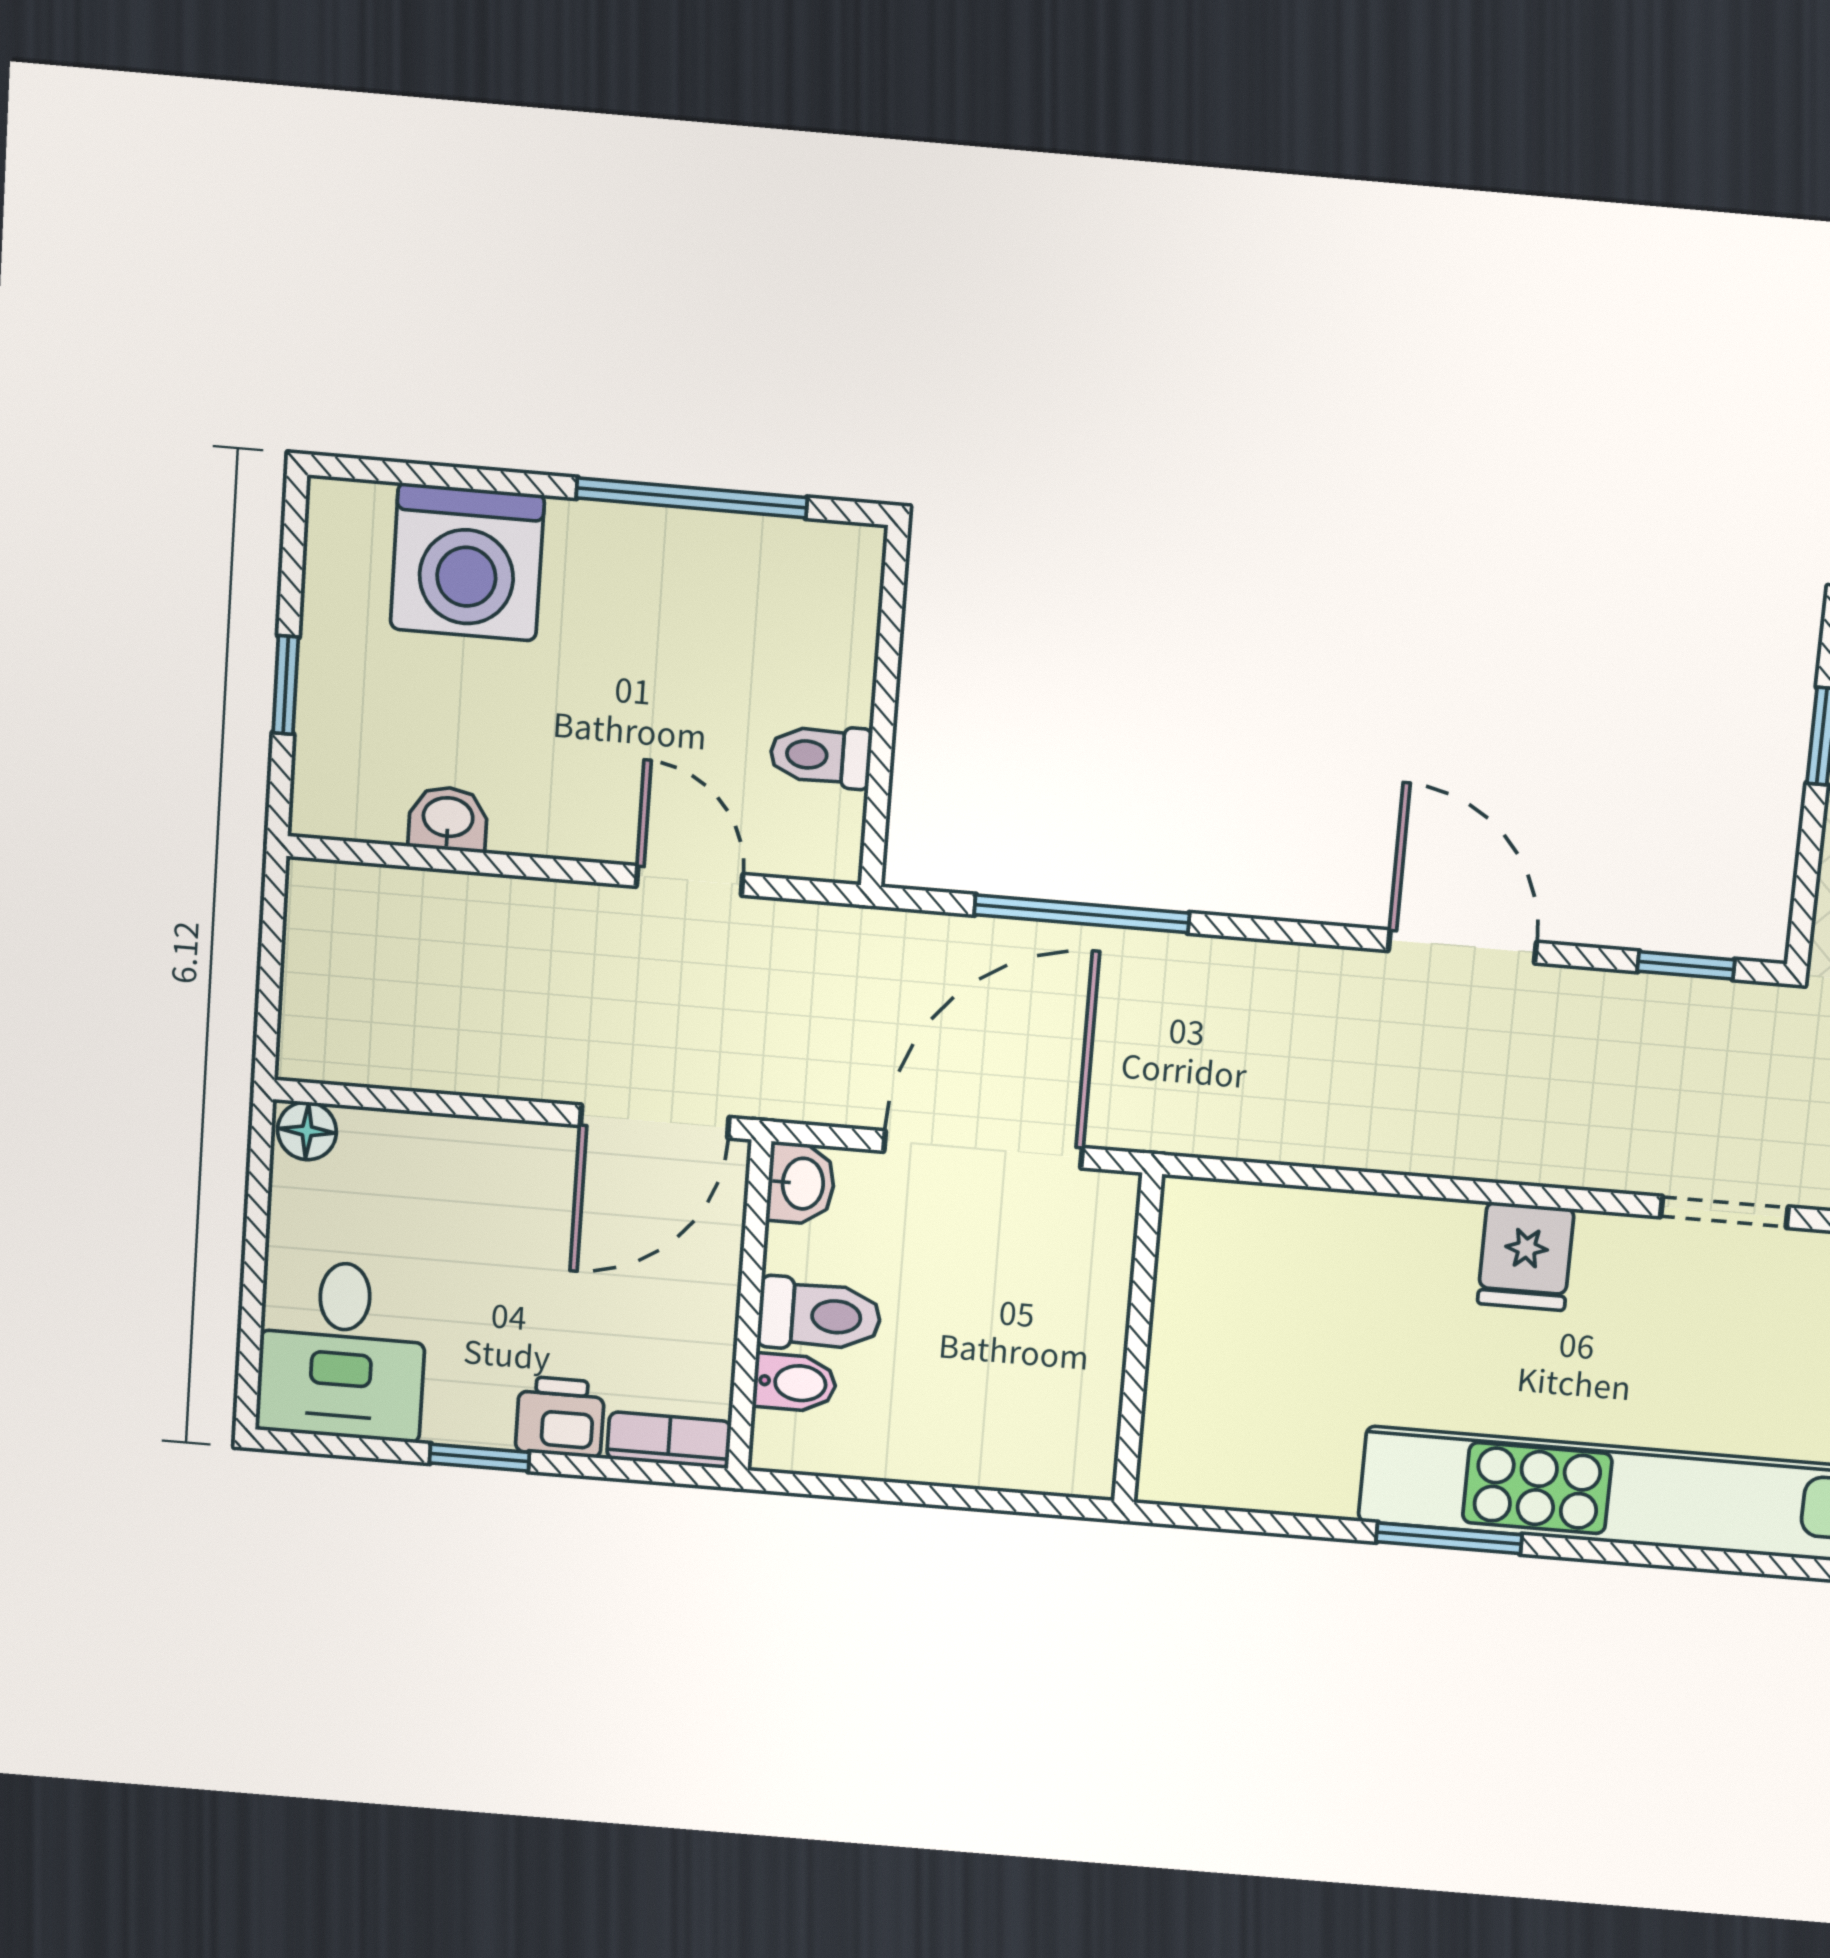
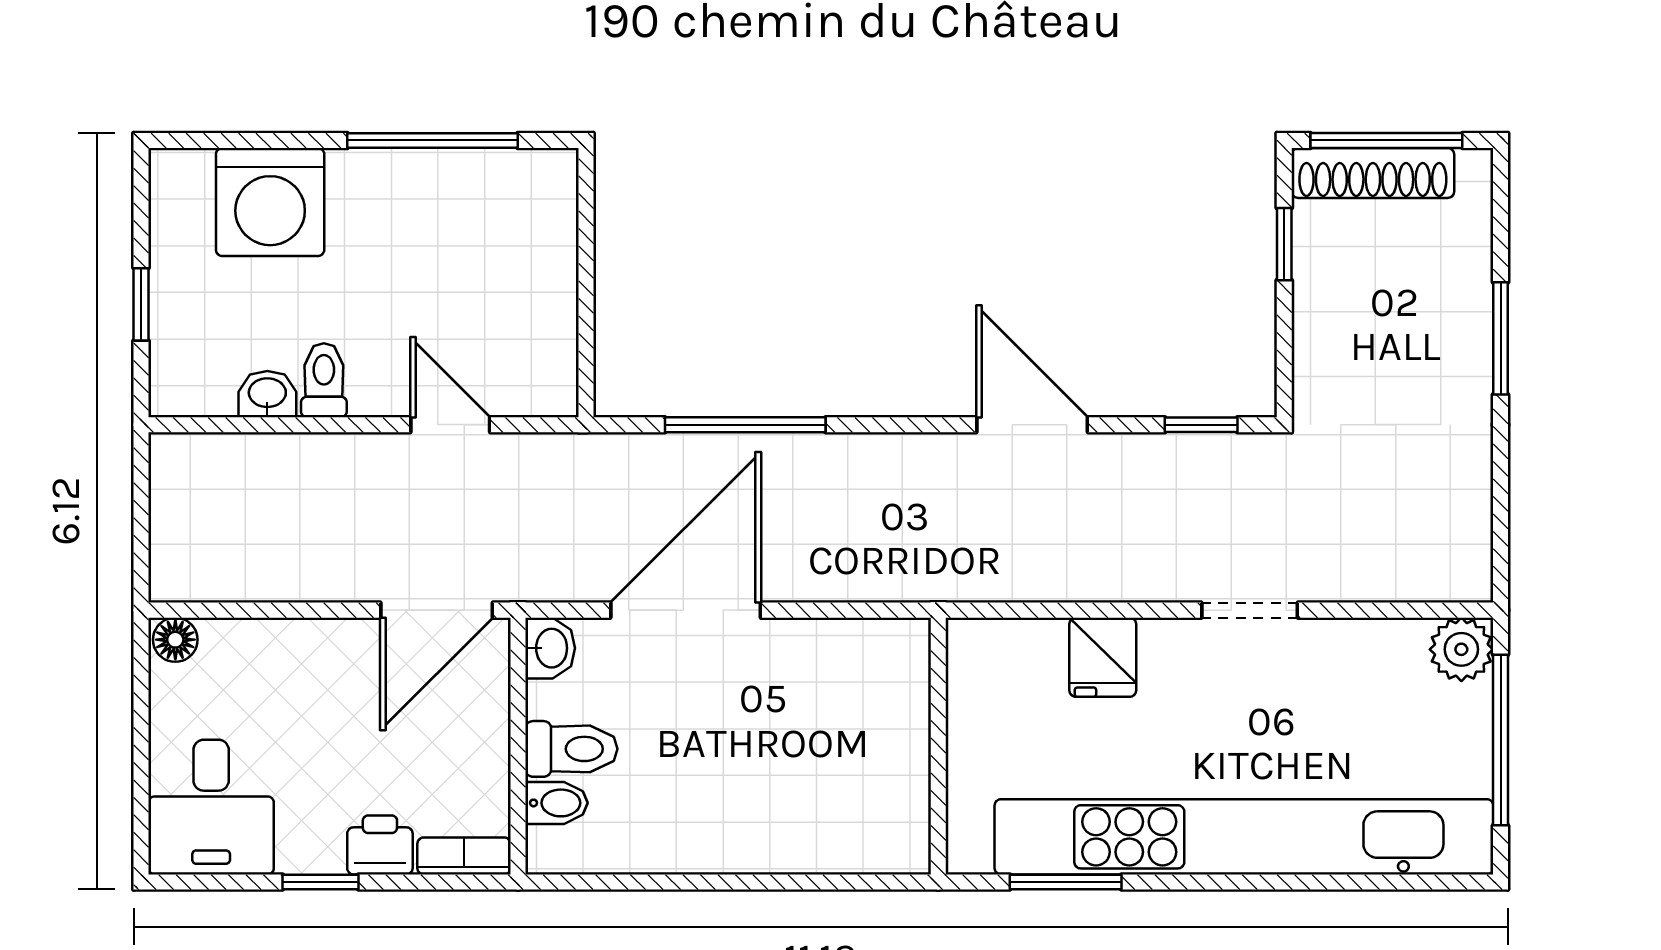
toilet: (821, 756) -> (324, 380), moved, turned 90
wall: (1138, 1338) -> (938, 746), moved

